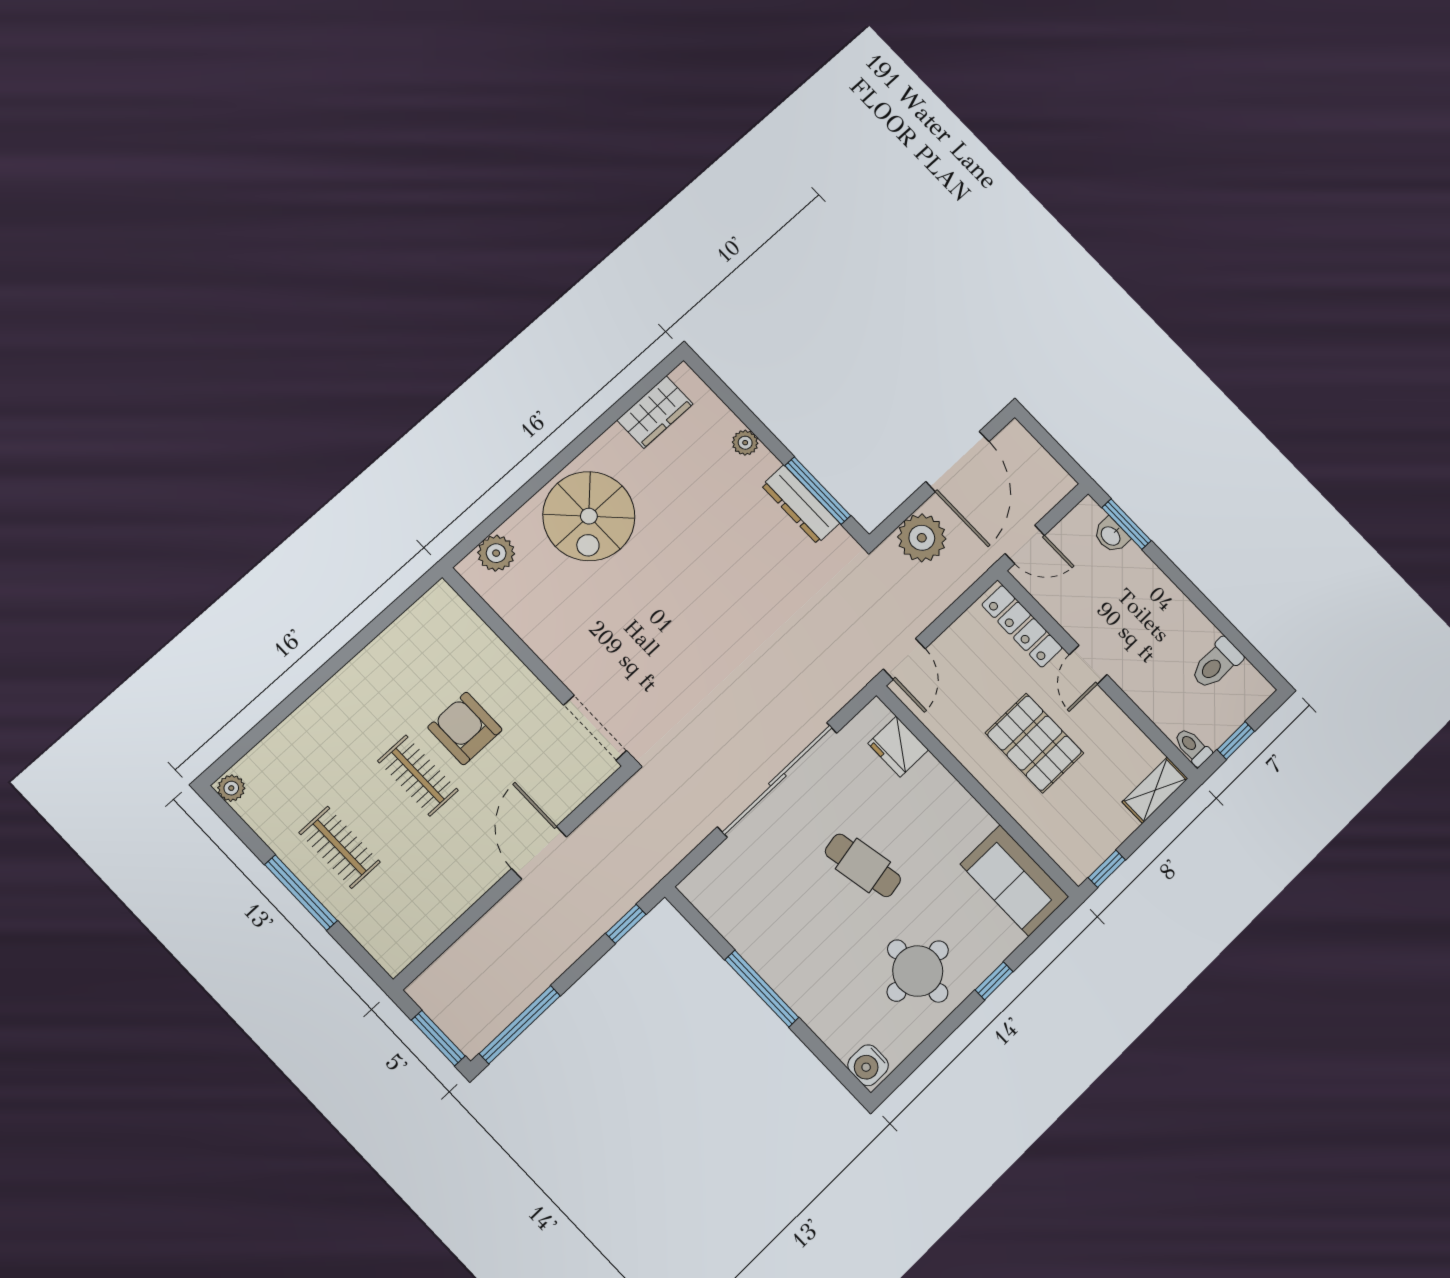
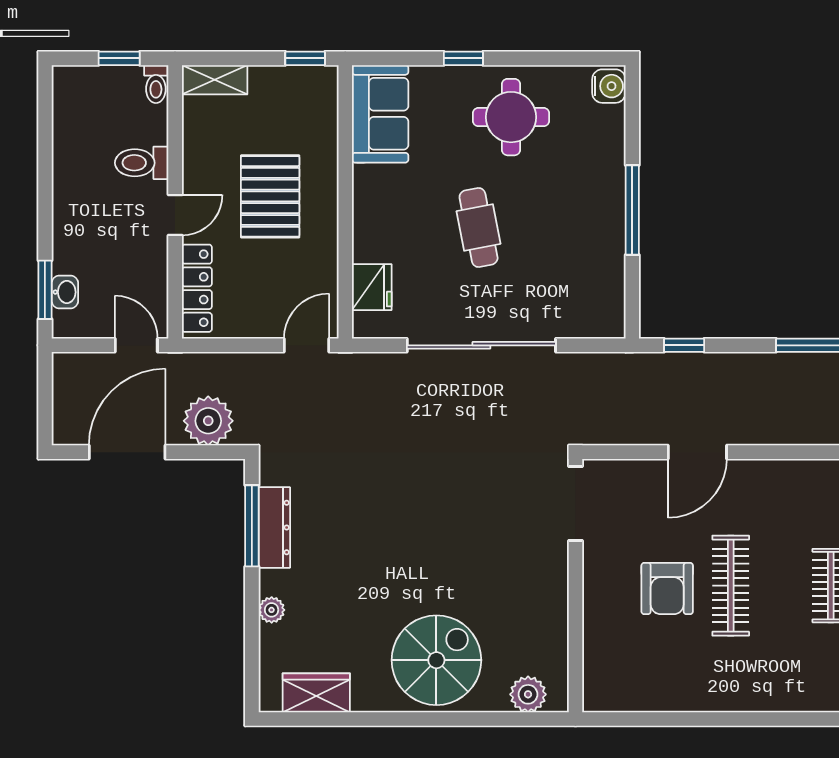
toilet: (1217, 664) -> (142, 163), moved, turned 180
clothes rail: (418, 776) -> (731, 586), width x1.36

